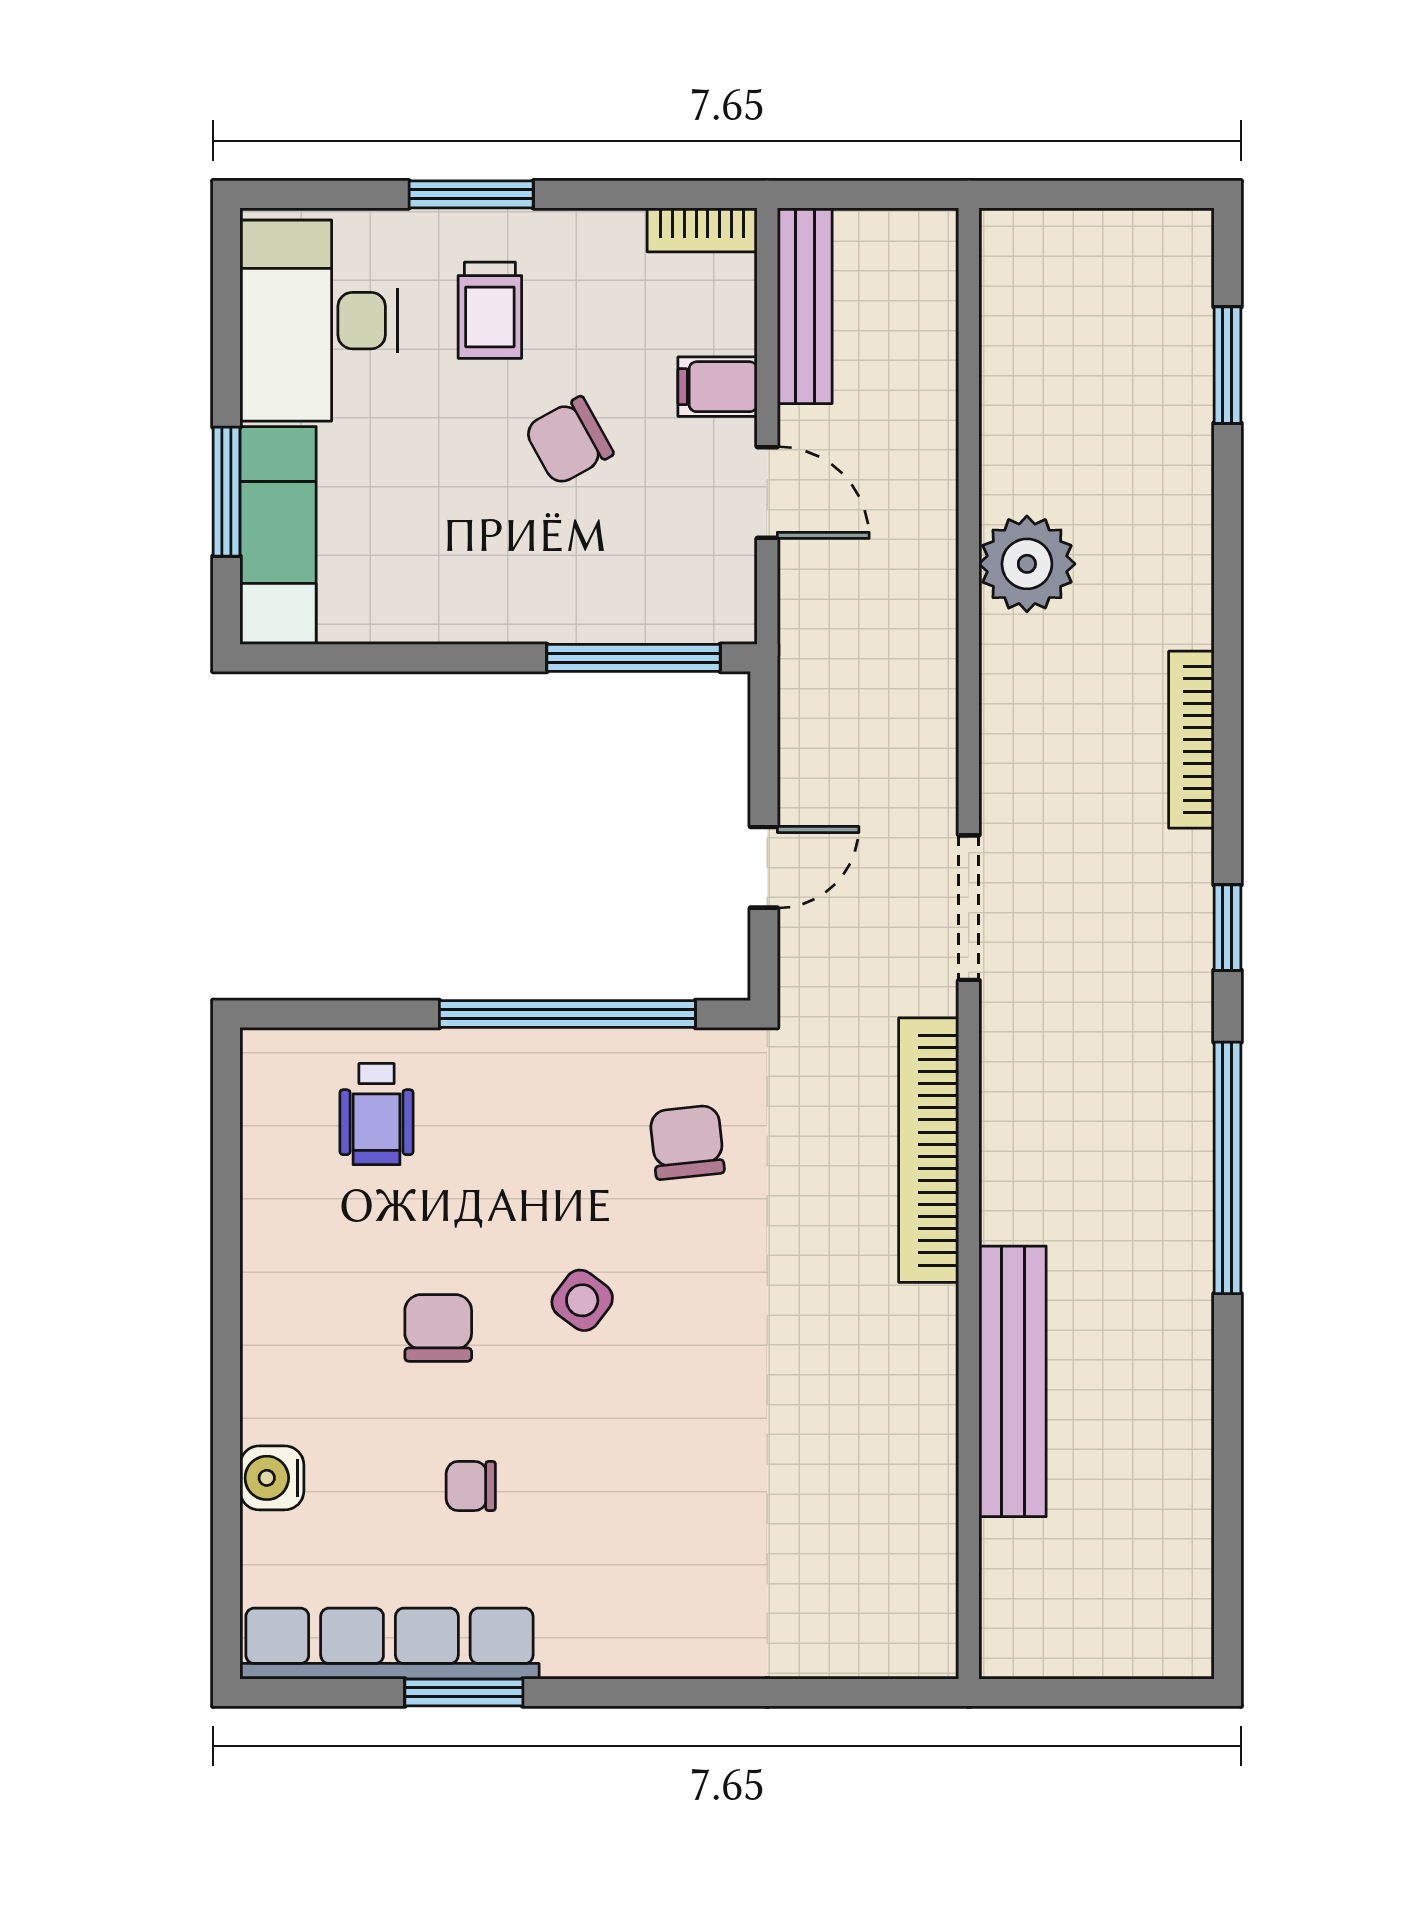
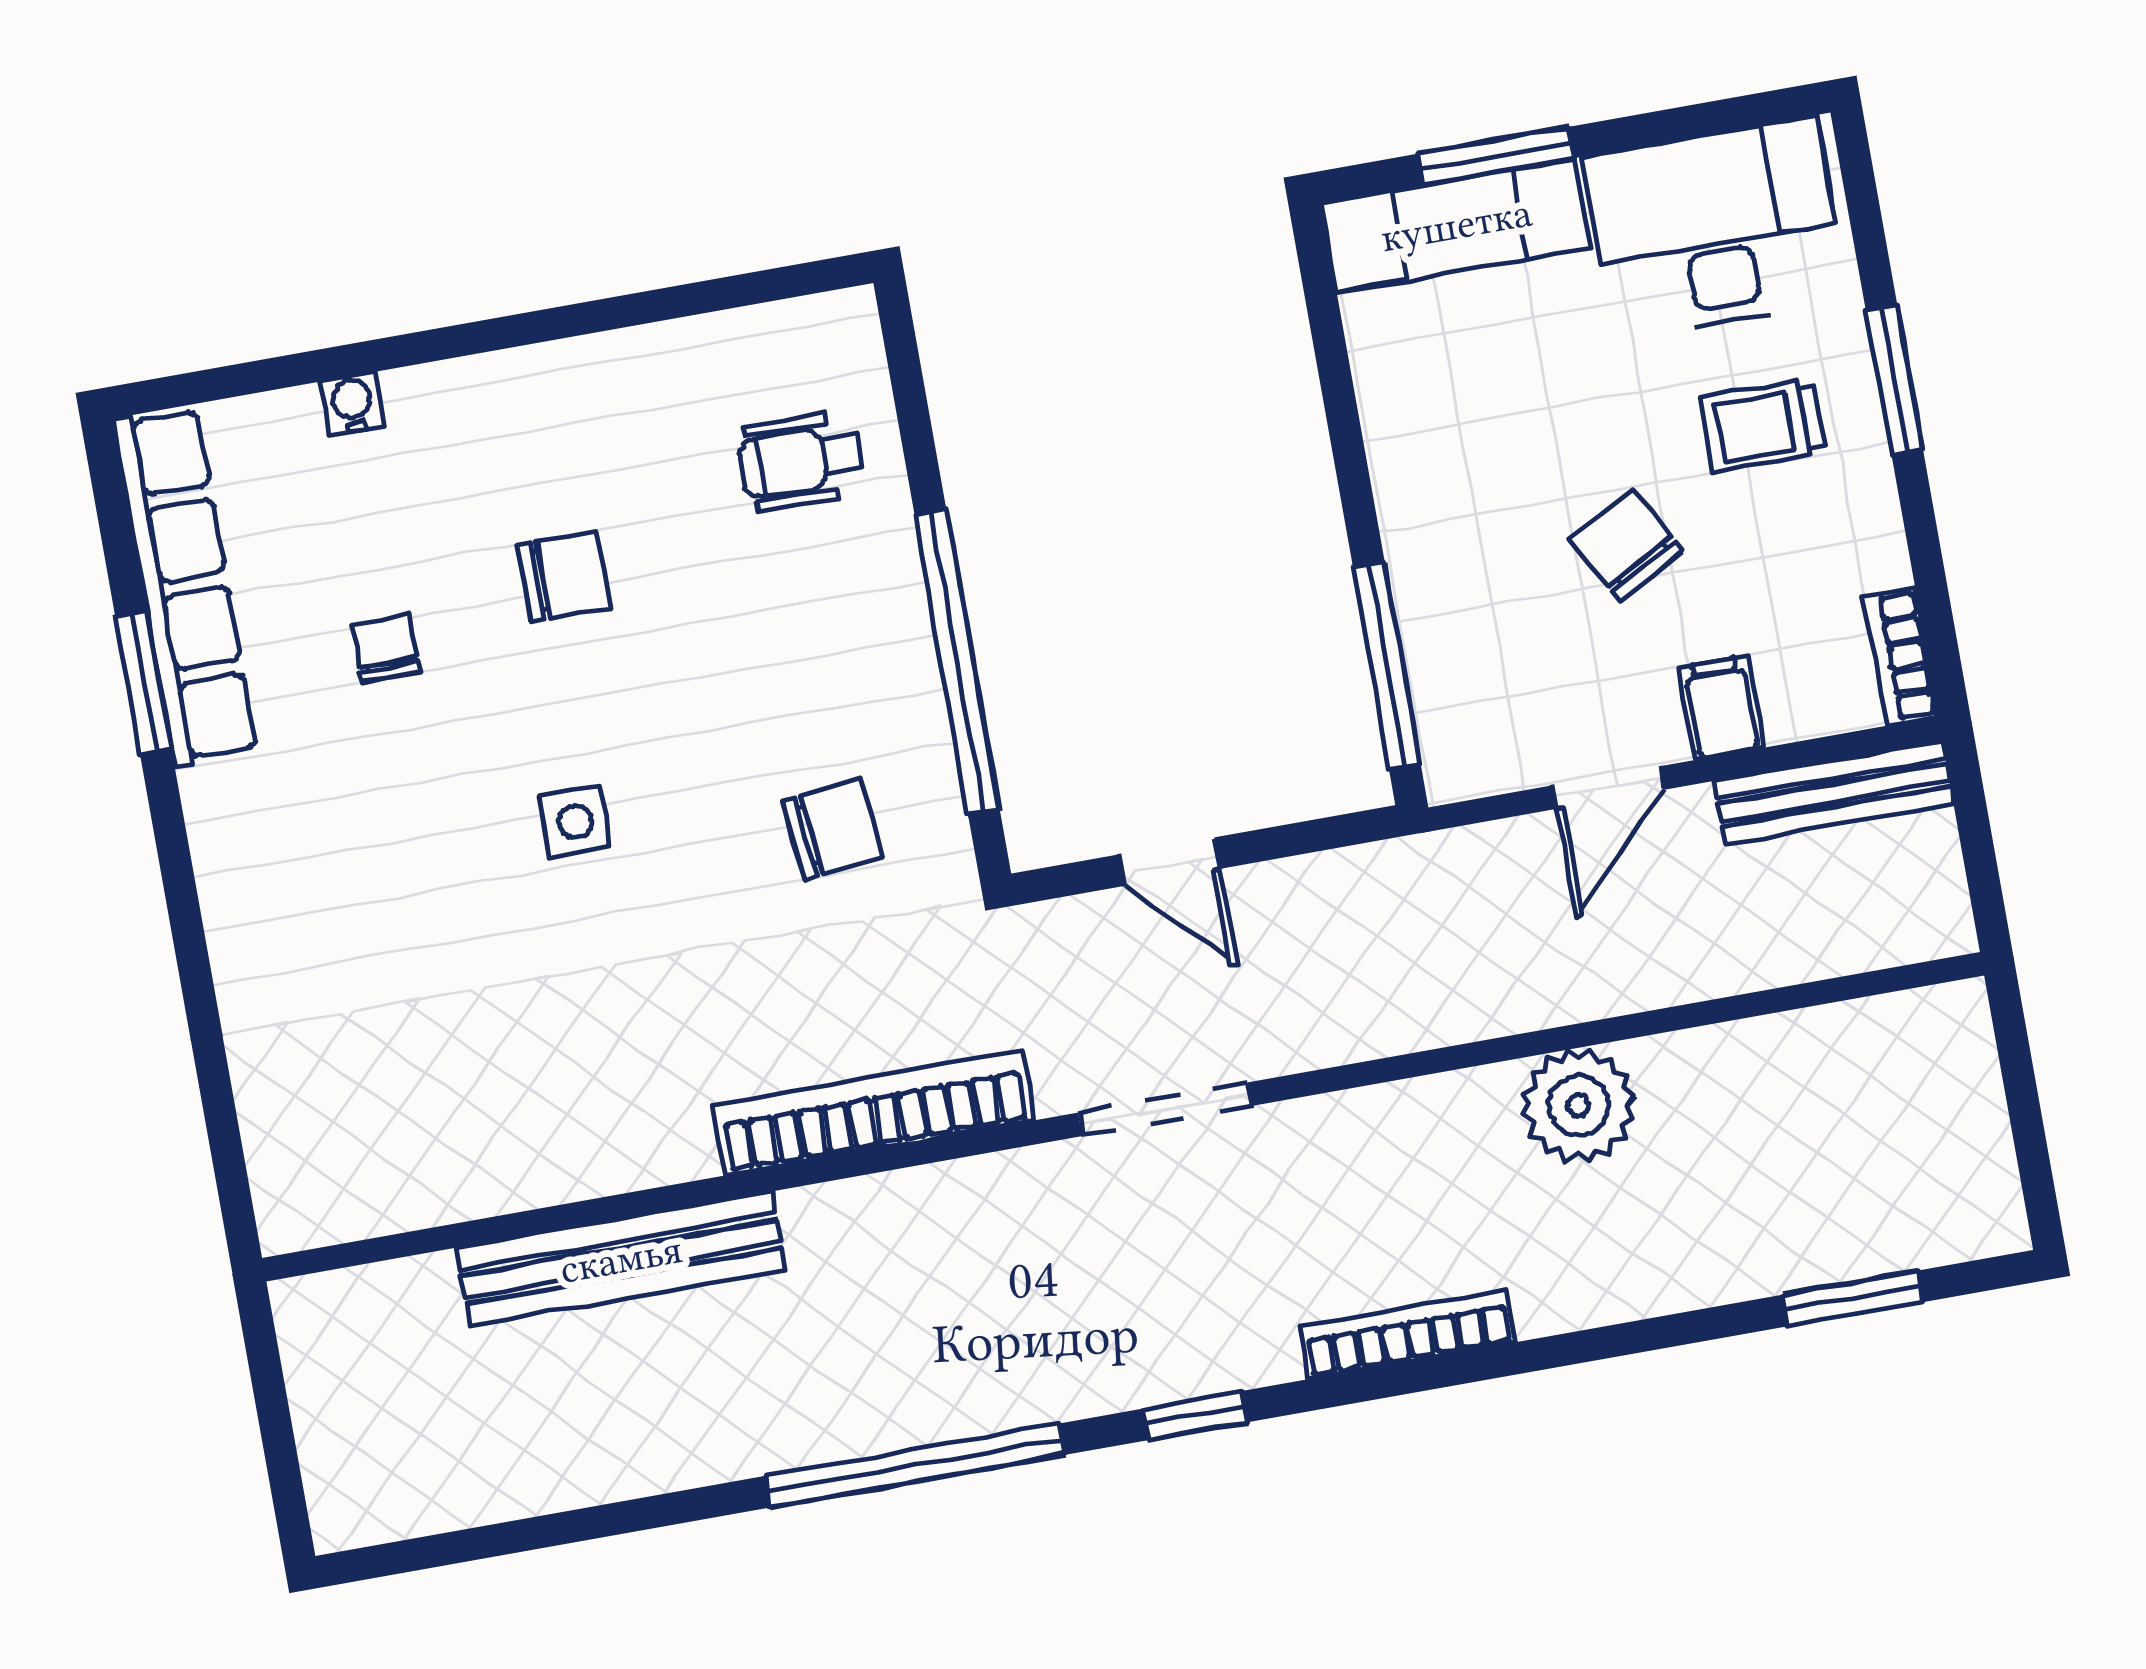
side table: (582, 1300) -> (575, 822), moved, turned -37
water cooler: (272, 1478) -> (352, 404), width x0.72, depth x0.72

